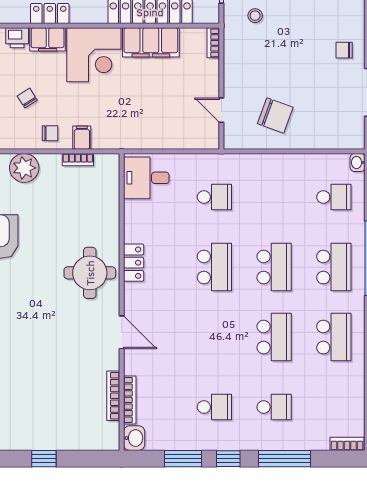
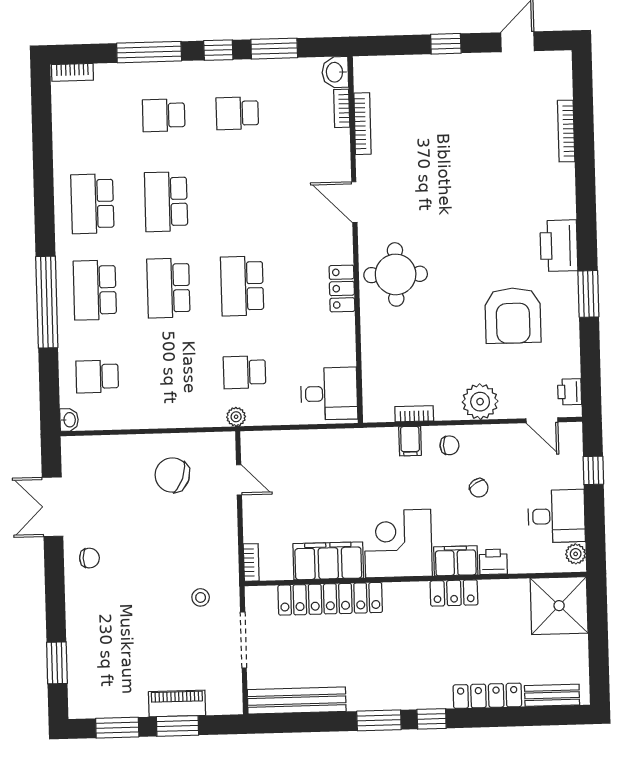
chair: (50, 133) -> (449, 445), turned 180
plant: (222, 161) -> (236, 417), added
bookcase: (130, 400) -> (342, 108), width x0.64

